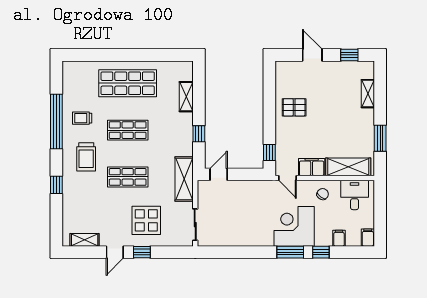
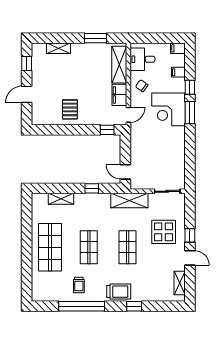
trolley: (86, 157) -> (119, 292), moved

